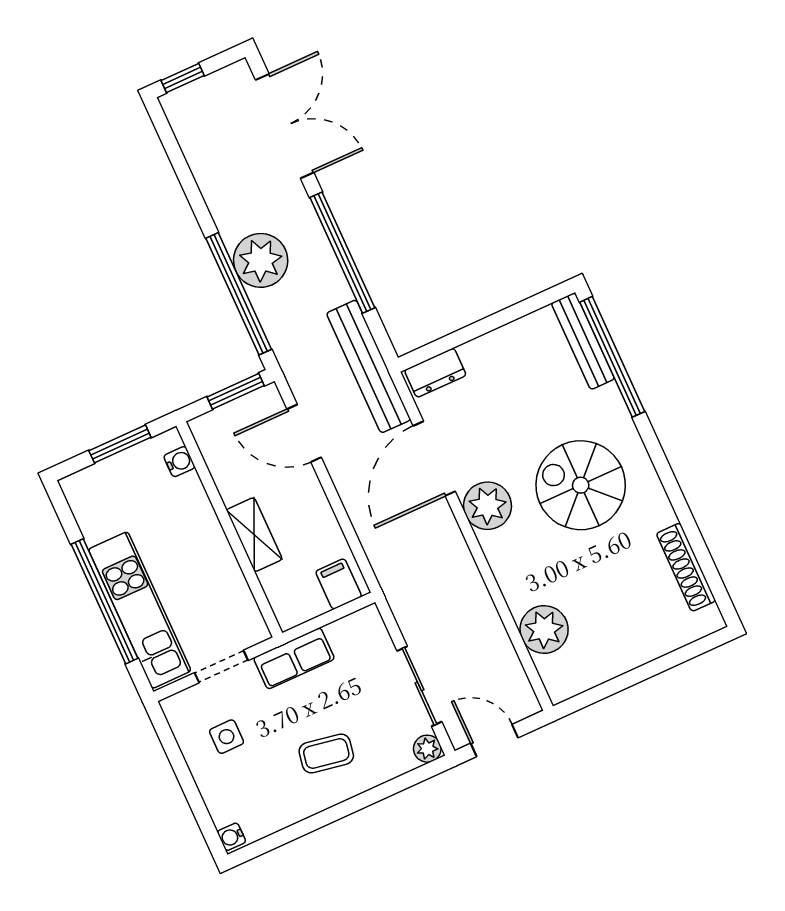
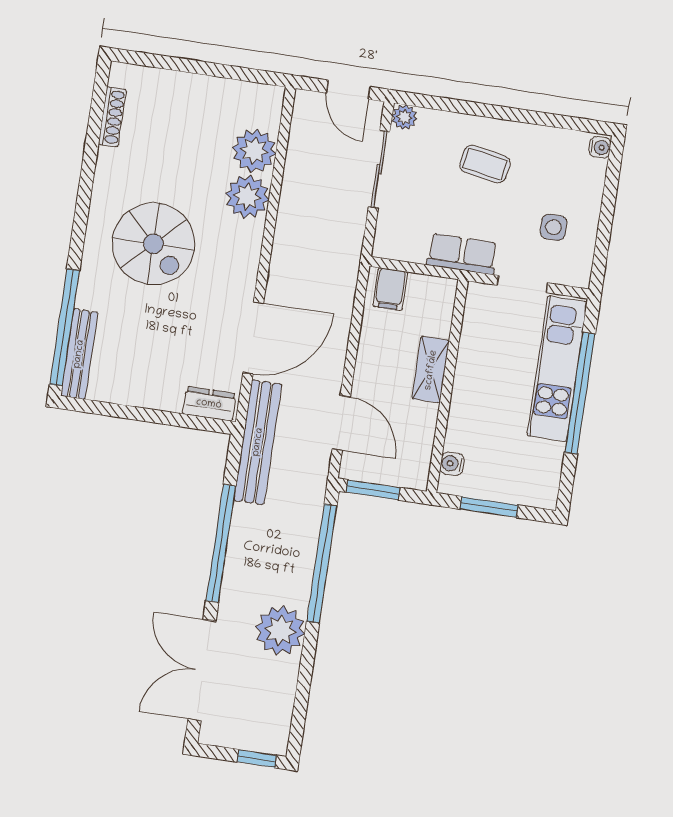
plant: (261, 260) -> (280, 630), moved
plant: (488, 506) -> (247, 197), moved
shoe rack: (686, 567) -> (112, 117), width x0.74, depth x0.81

